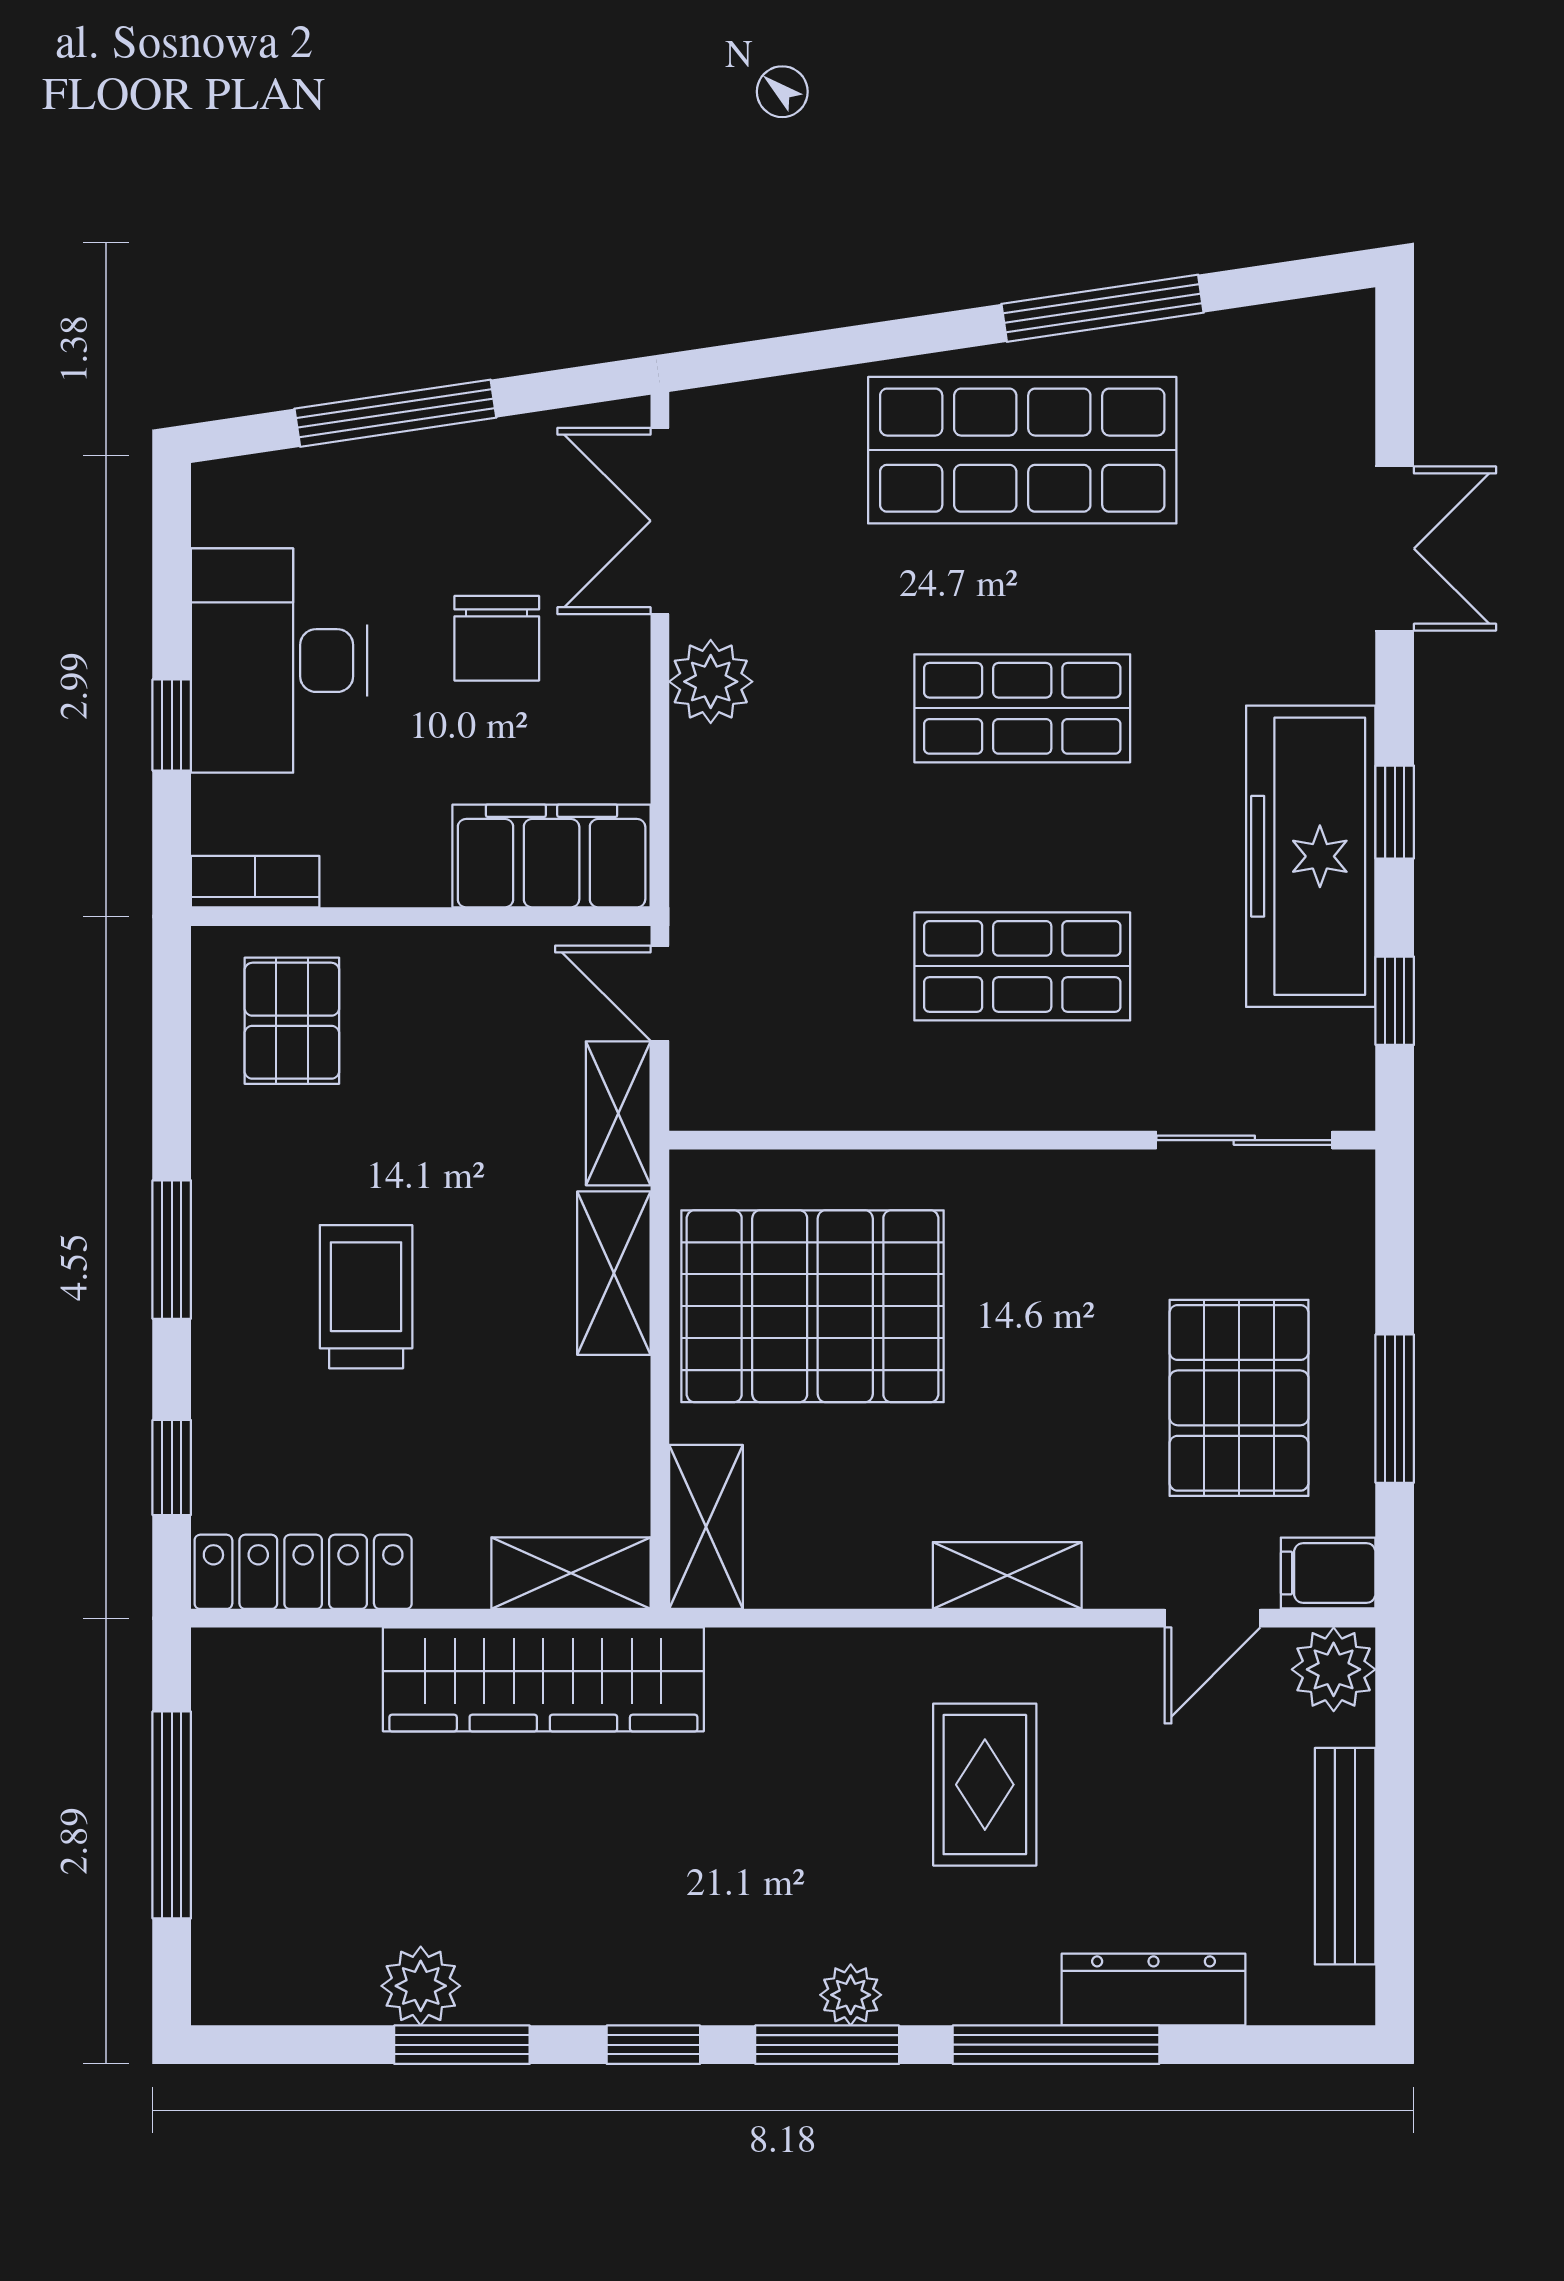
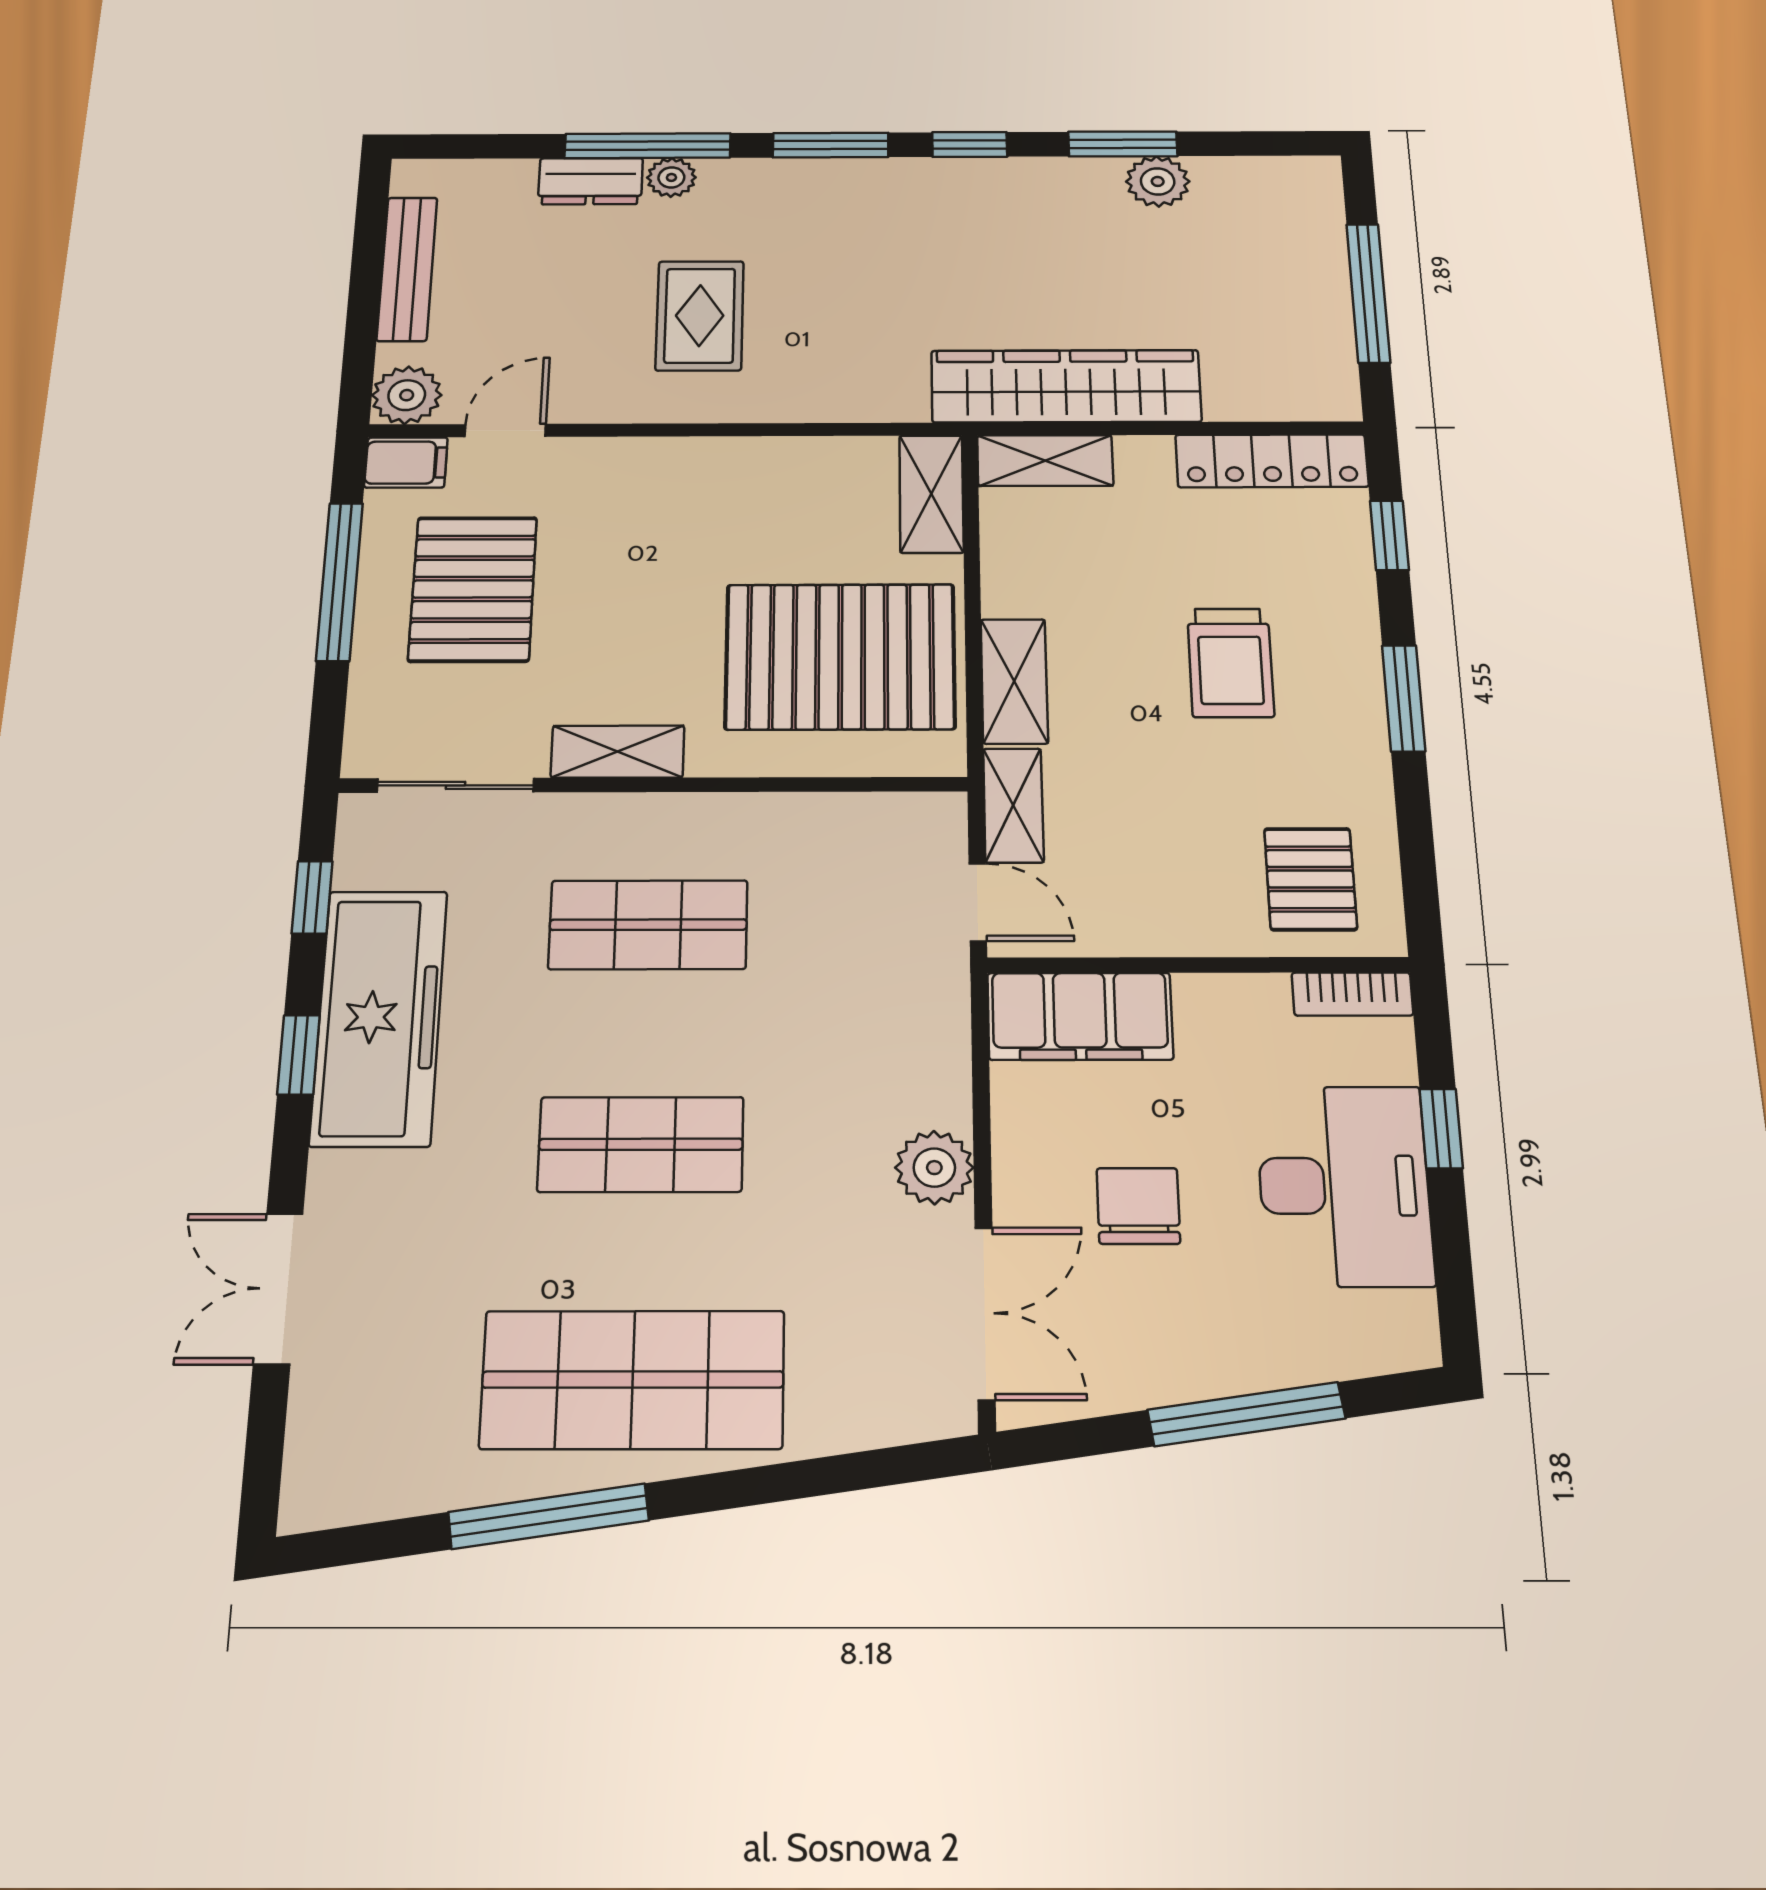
window: (1395, 1409) -> (340, 581), width x1.44
shelving: (1007, 1576) -> (618, 752), moved
dresser: (1153, 1989) -> (590, 181), width x0.70
plant: (851, 1995) -> (671, 177), moved

